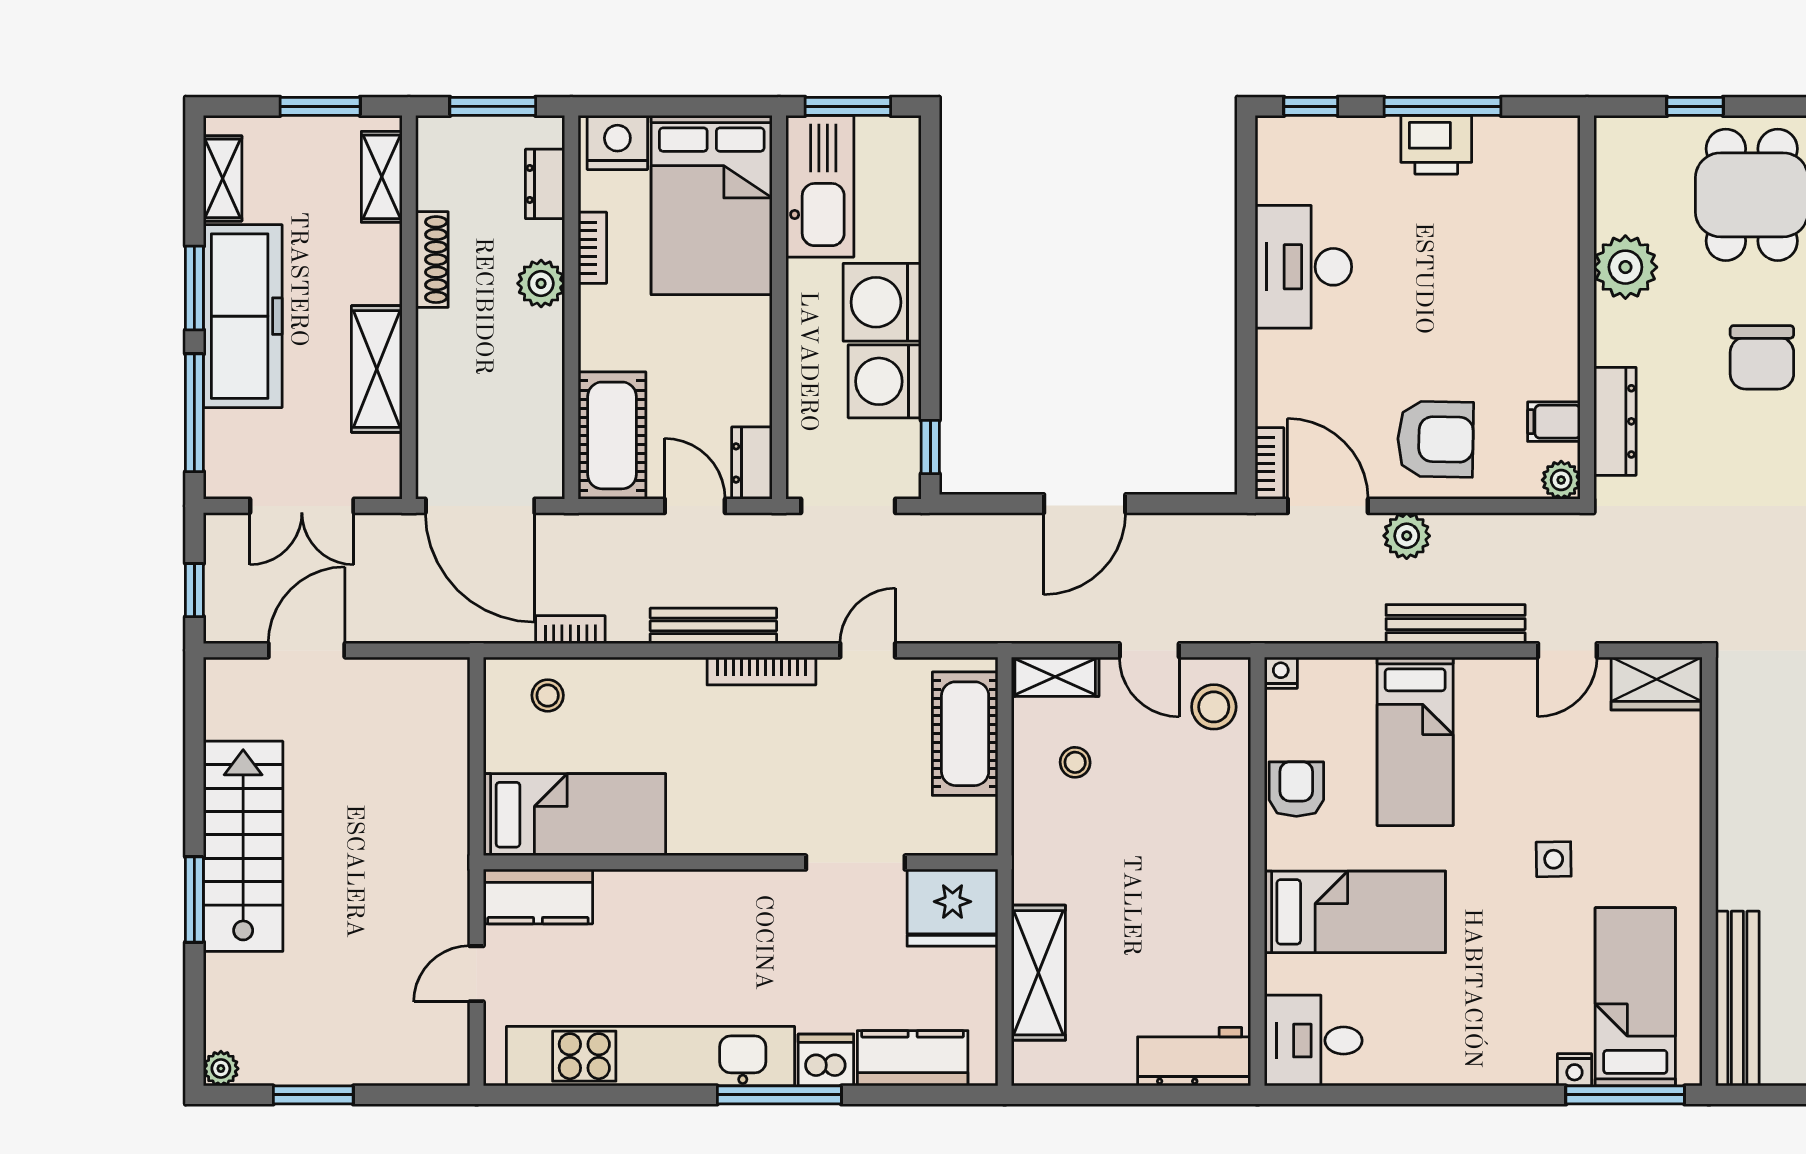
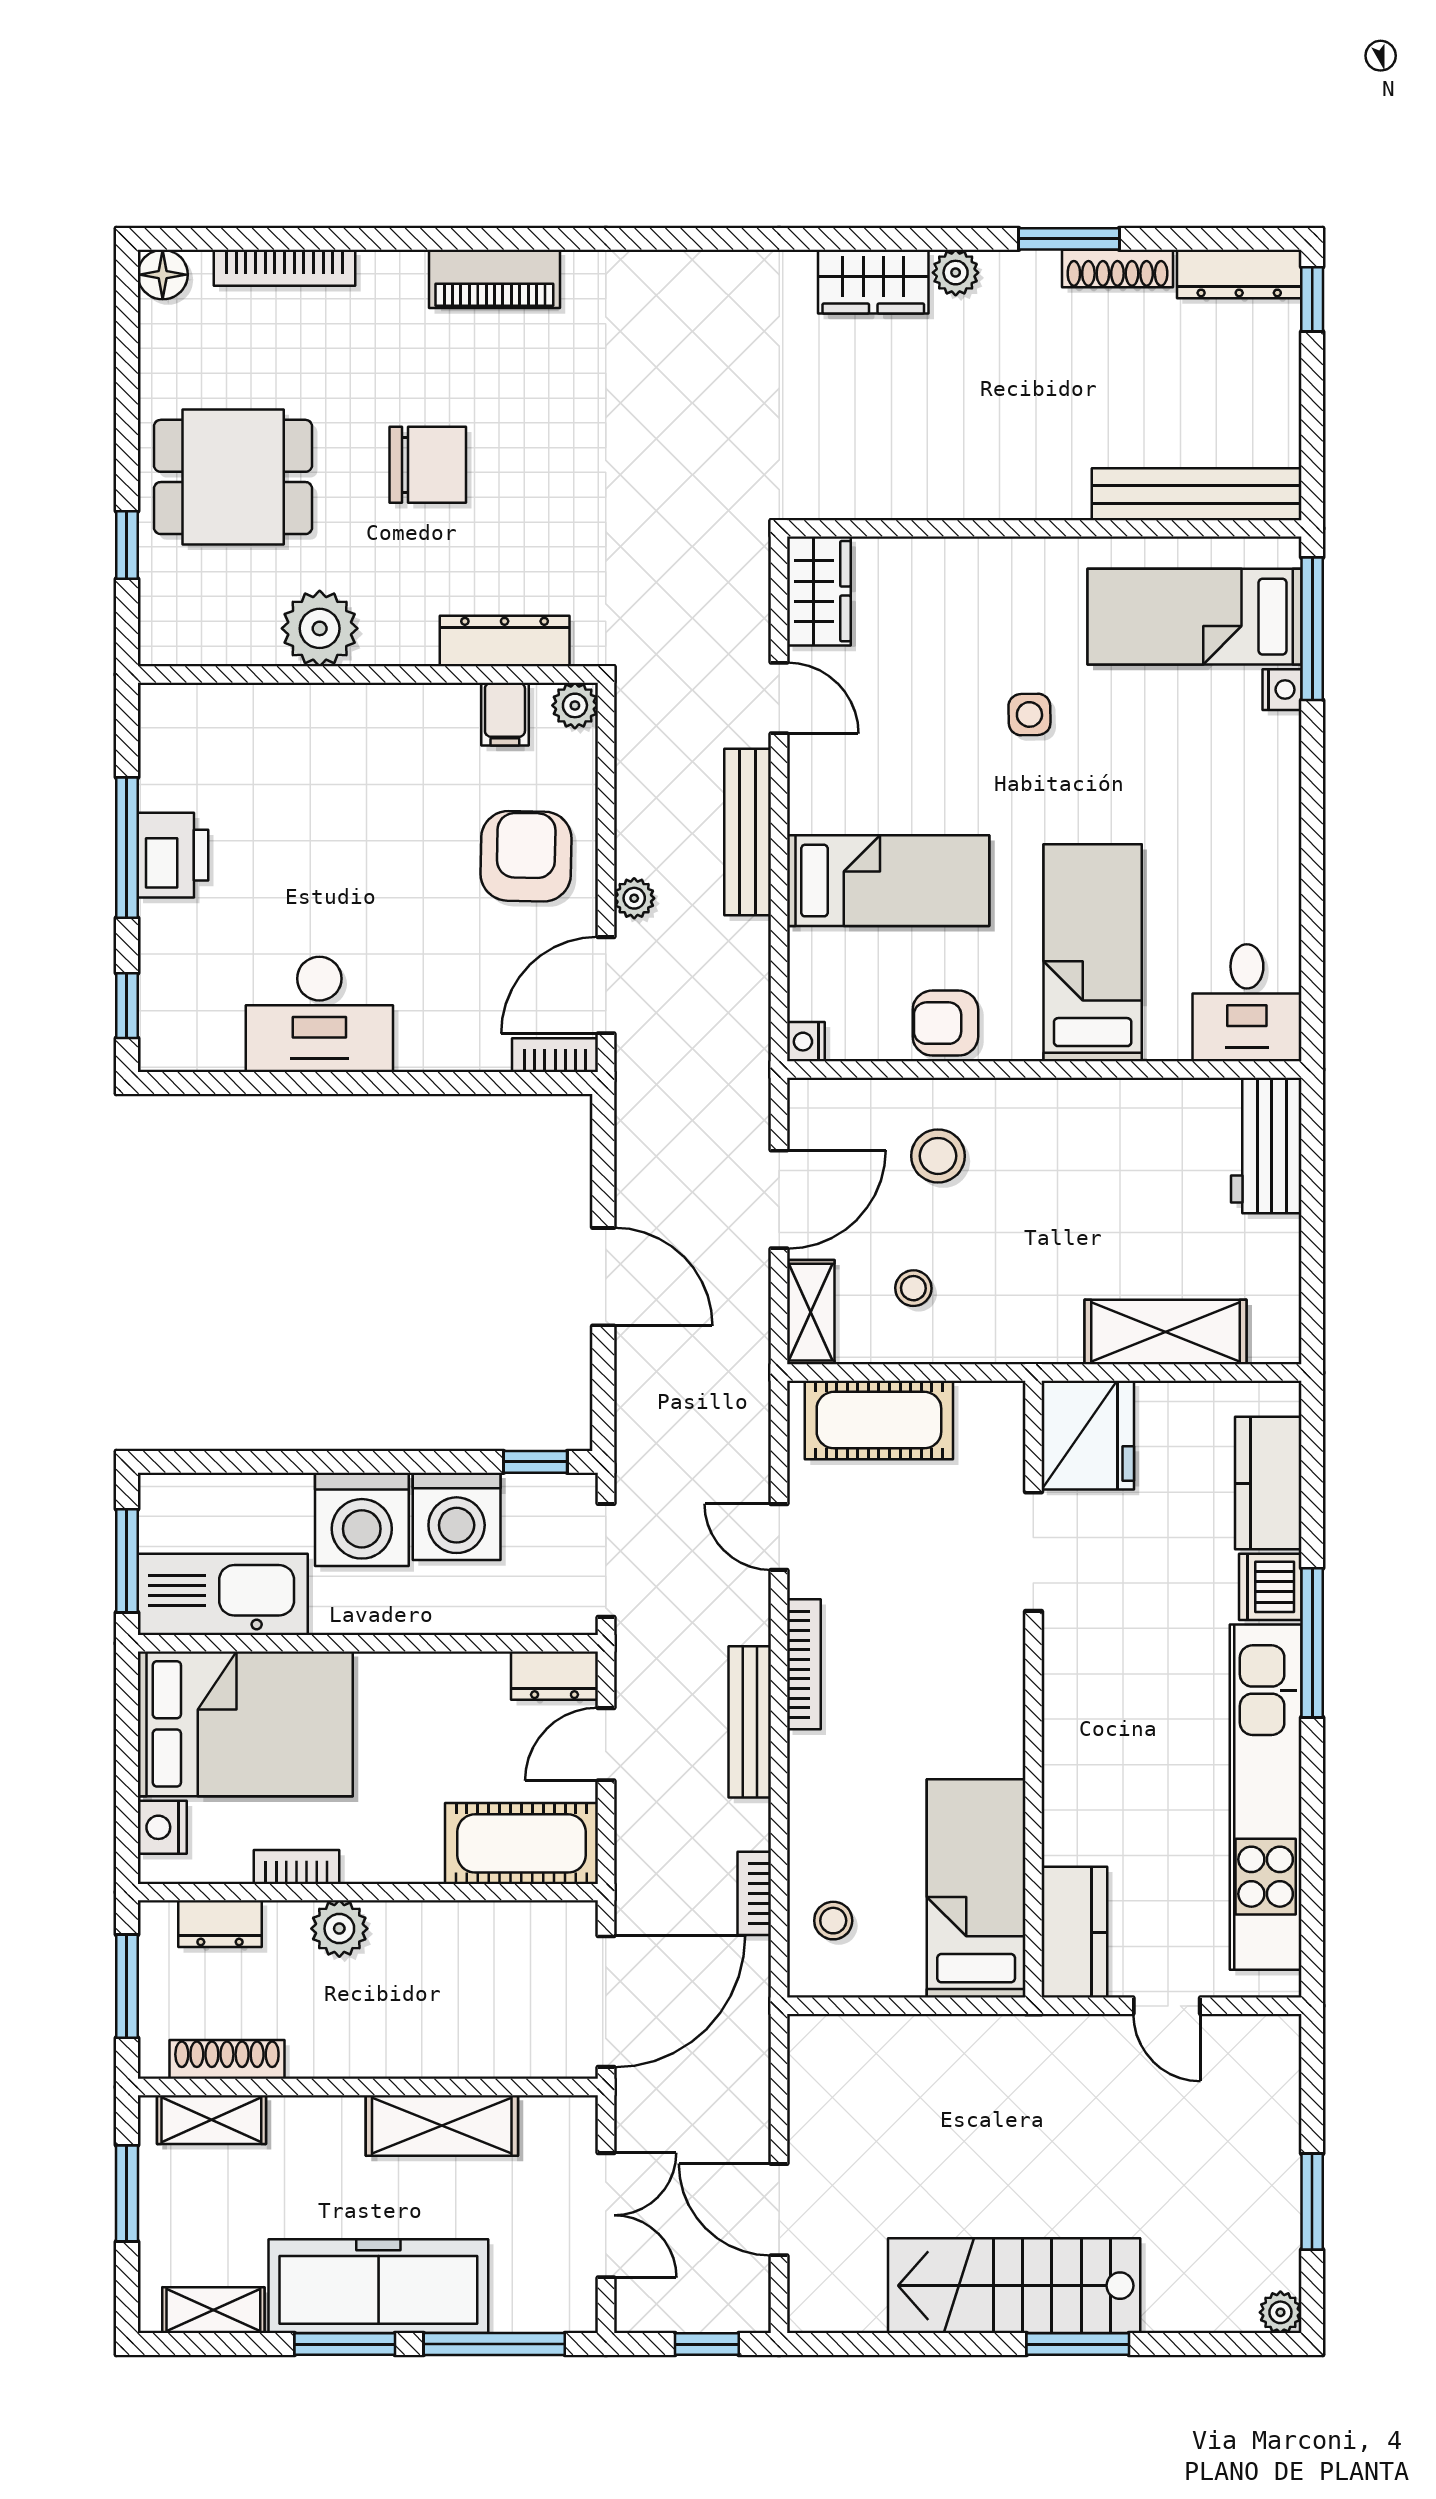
nightstand: (617, 142) -> (162, 1827), width x0.74, depth x0.75
shoe rack: (432, 260) -> (227, 2059), moved
plant: (1407, 536) -> (634, 898), width x0.73, depth x0.73
door: (1149, 650) -> (779, 1199), width x1.38
stool: (1214, 707) -> (938, 1156), moved

